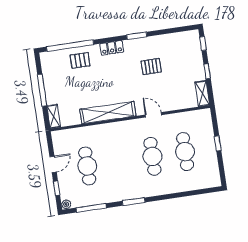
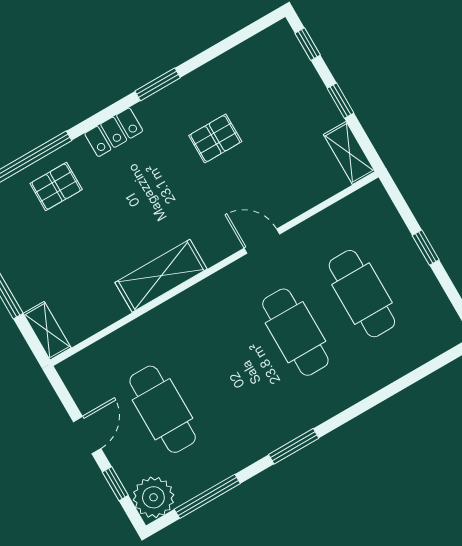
shelving: (108, 113) -> (161, 276), width x0.68
plant: (66, 204) -> (153, 497), width x1.88, depth x1.88

